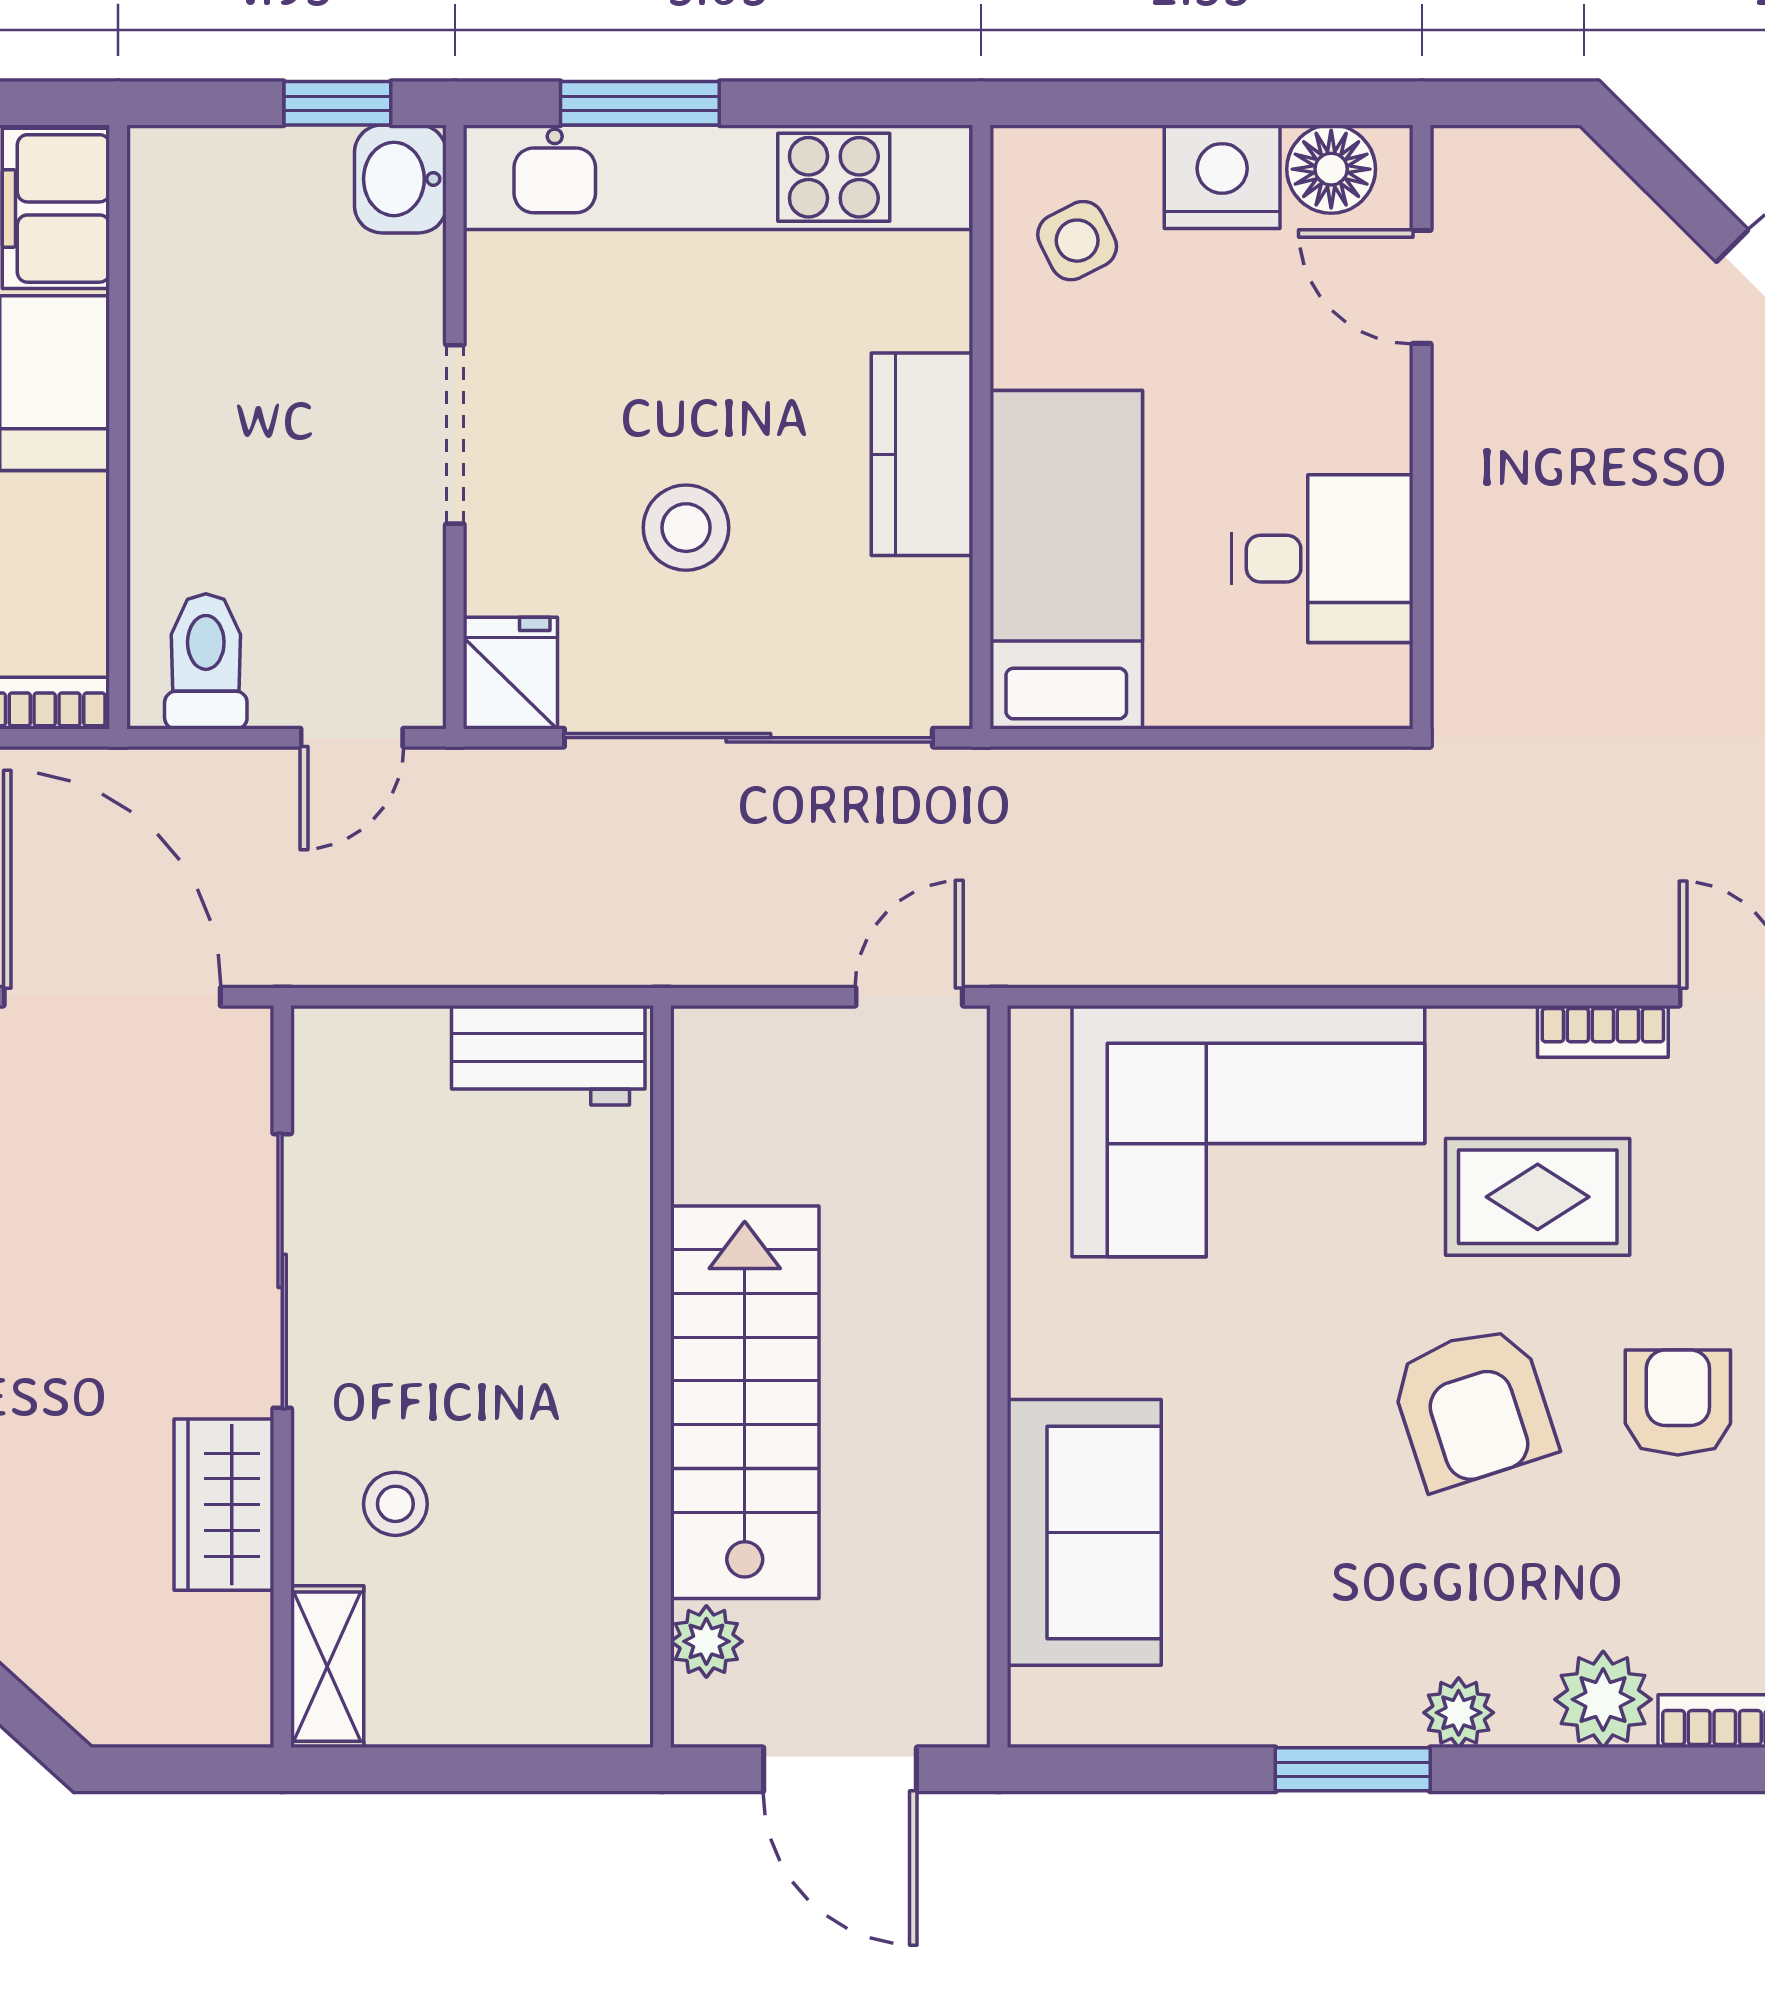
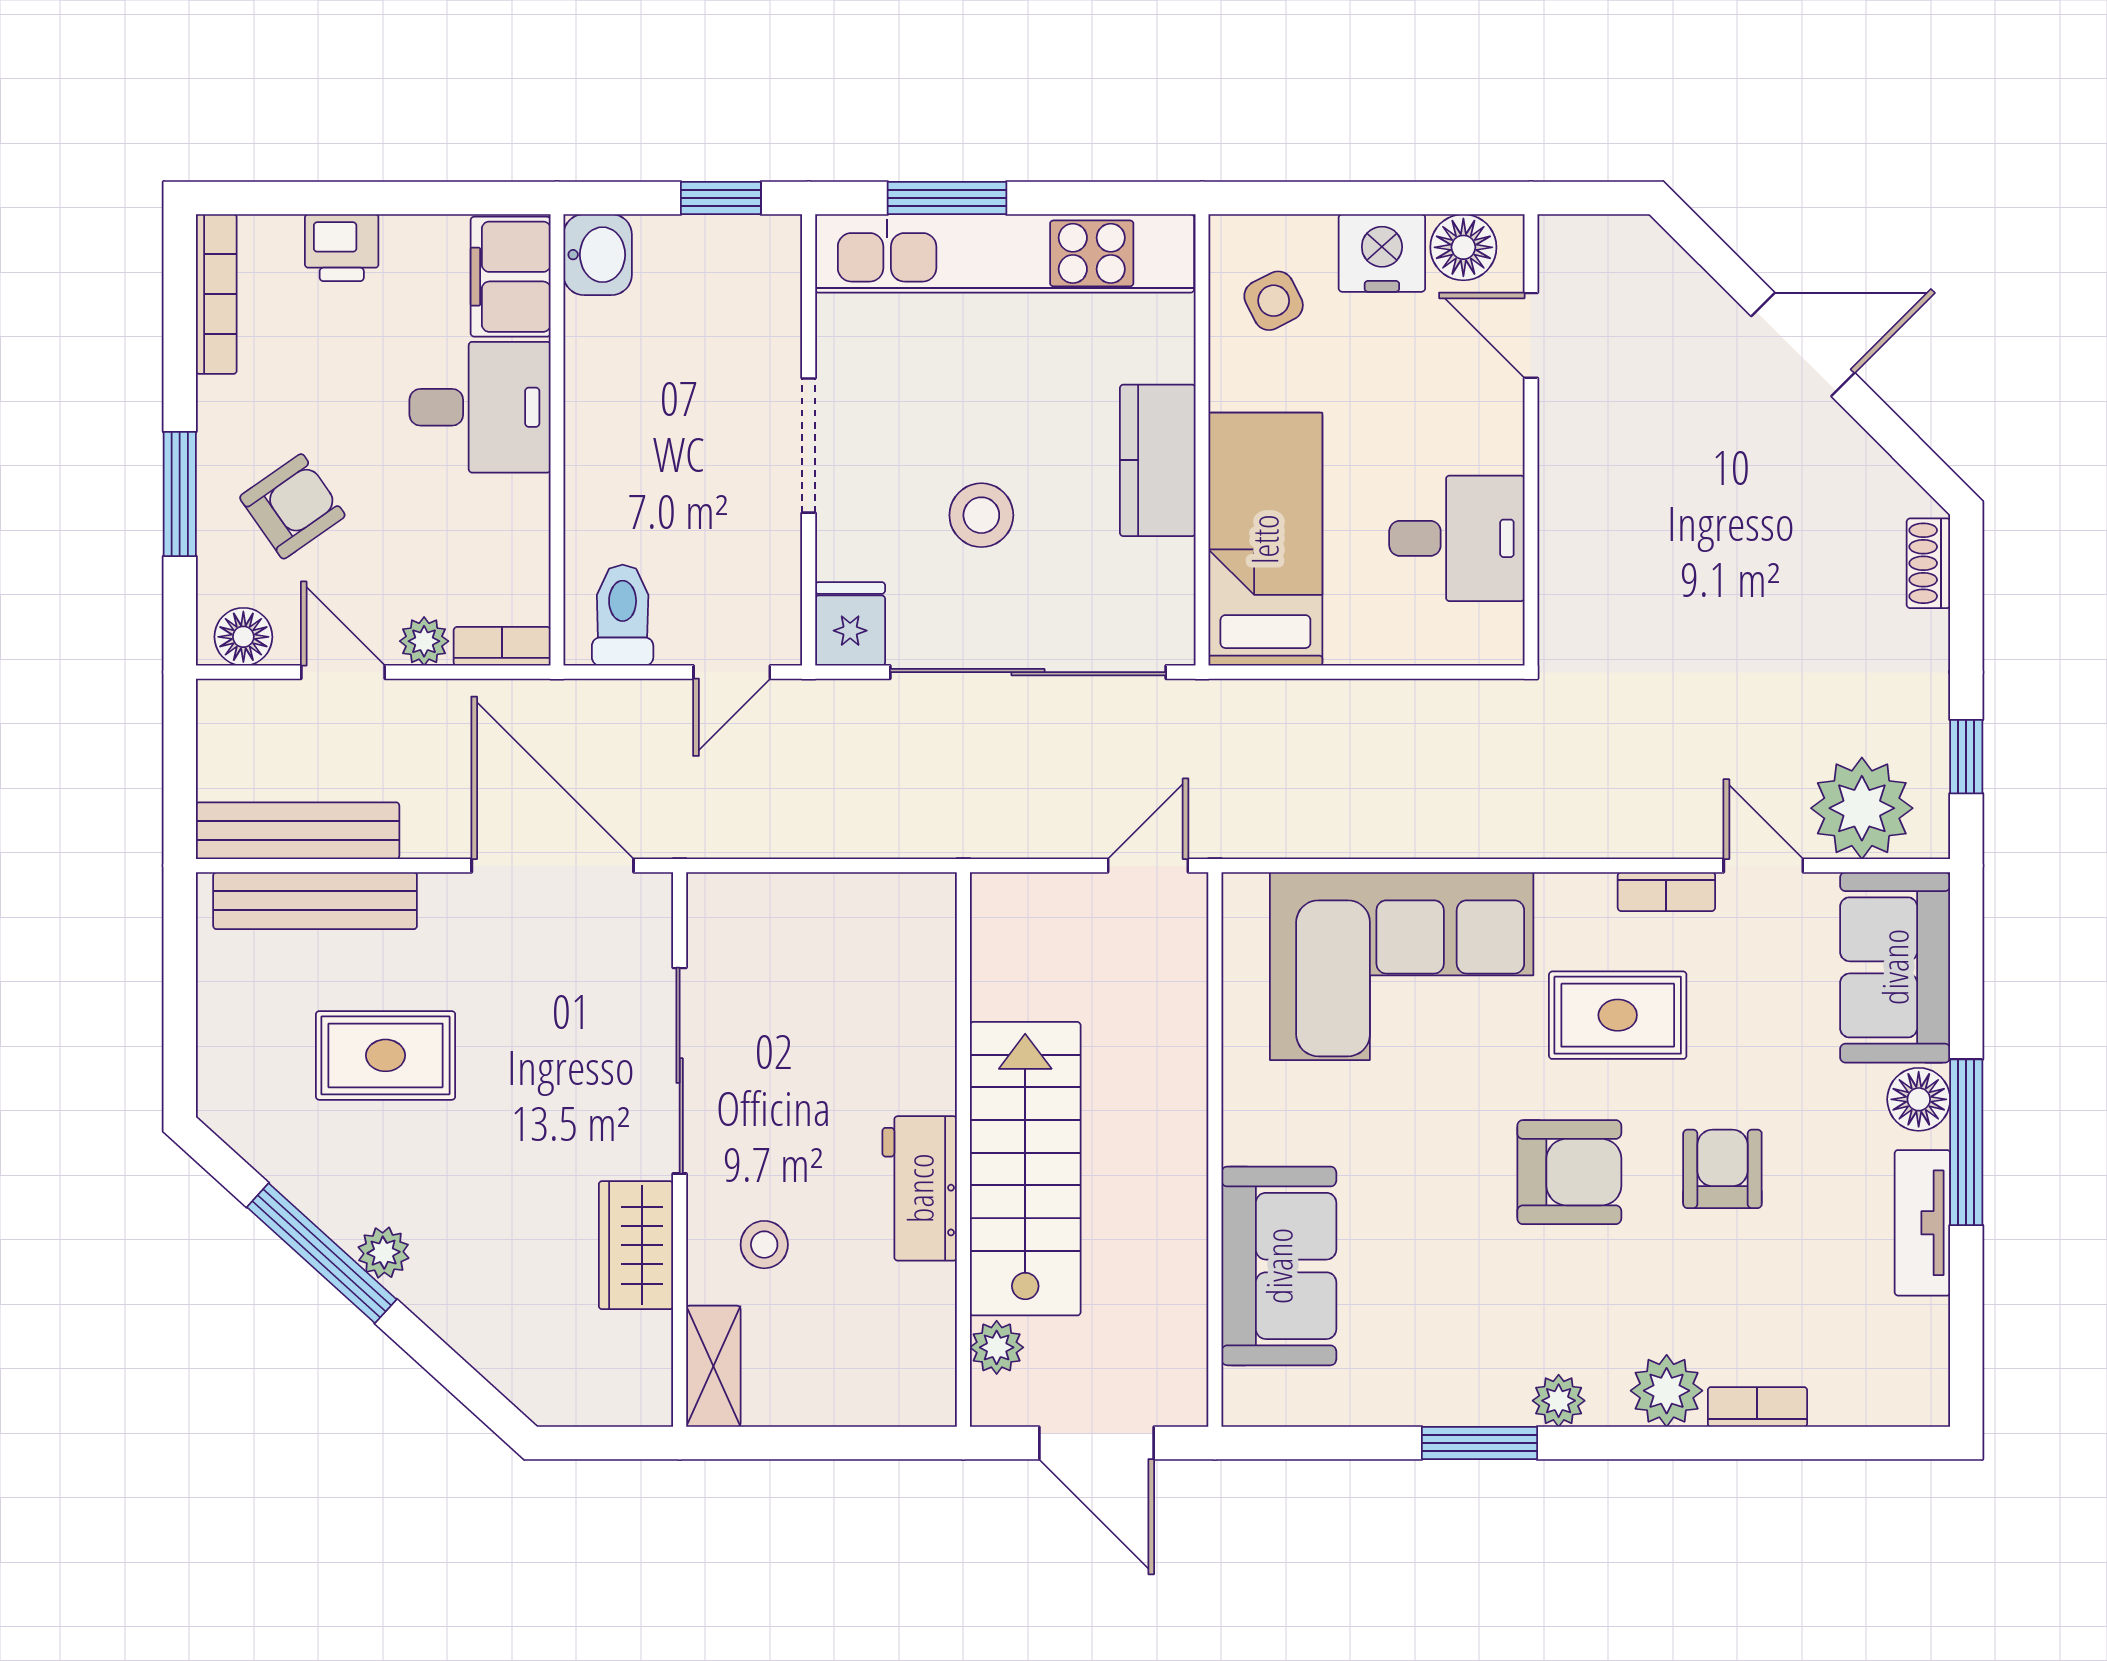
washbasin: (400, 179) -> (598, 255), moved, turned 180
workbench: (548, 1055) -> (920, 1188), moved, turned 90
armchair: (1473, 1407) -> (1569, 1172), turned -72

